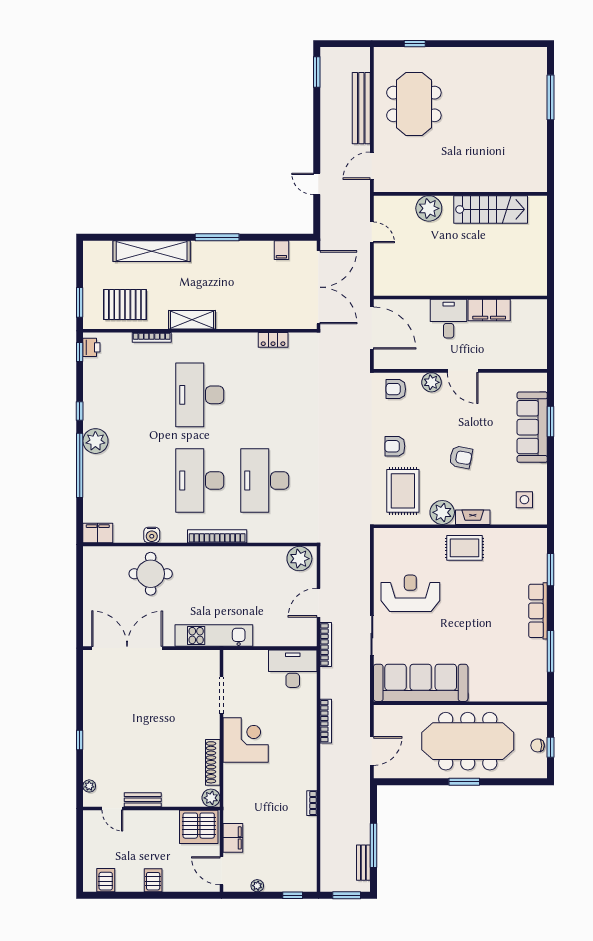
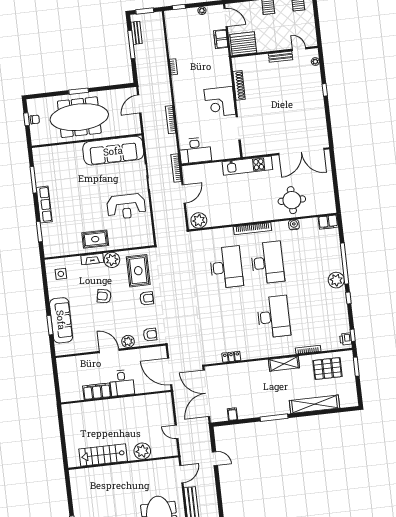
plant: (211, 798) -> (238, 63), removed

